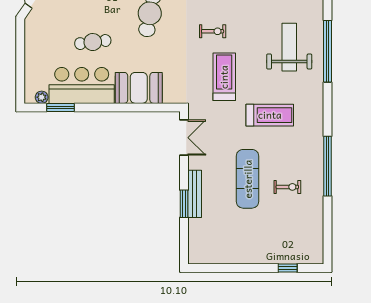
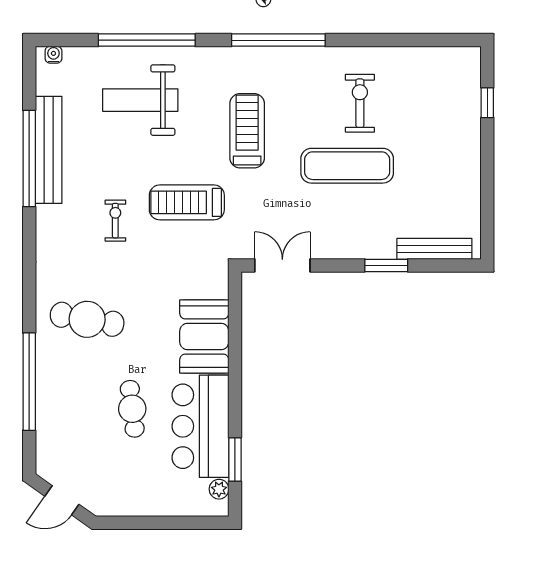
window: (327, 166) -> (278, 40), moved
exercise bike: (287, 187) -> (360, 103), width x1.38, depth x1.39
bench: (195, 194) -> (434, 249), moved

